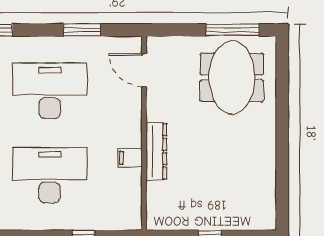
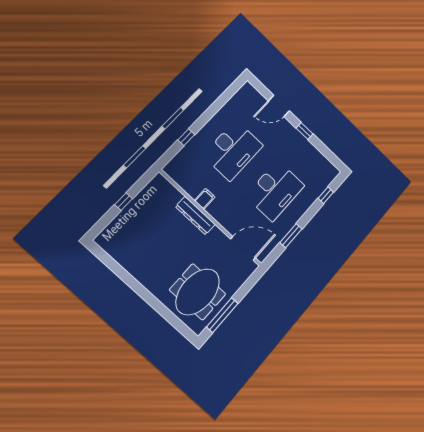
door: (144, 70) -> (243, 248), width x1.36
meeting table: (232, 77) -> (198, 292), turned 90

